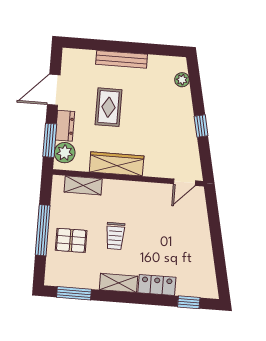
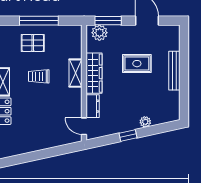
plant: (182, 80) -> (145, 122), moved
dresser: (65, 126) -> (93, 106), moved, turned -90
shelving: (83, 185) -> (76, 73), moved
pallet: (71, 240) -> (33, 43), turned 90

